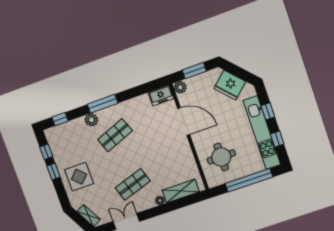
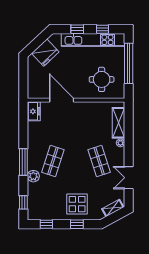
window: (194, 71) -> (23, 77), removed
plant: (180, 87) -> (33, 93), removed
door: (184, 122) -> (62, 100), hinge flipped
shop shelf: (115, 135) -> (53, 161), turned 39
window: (54, 172) -> (77, 224), moved

